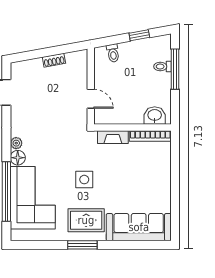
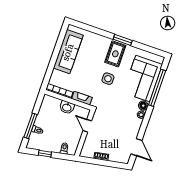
washbasin: (155, 115) -> (67, 107), moved
rug: (86, 220) -> (115, 54), turned 90
sofa: (139, 227) -> (68, 52), moved, turned -90

